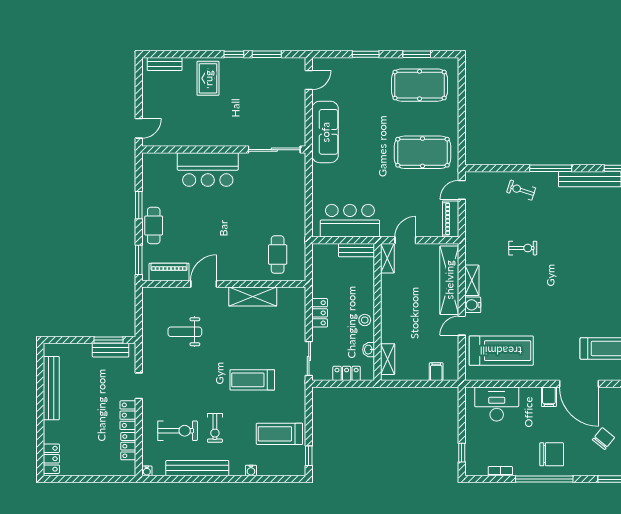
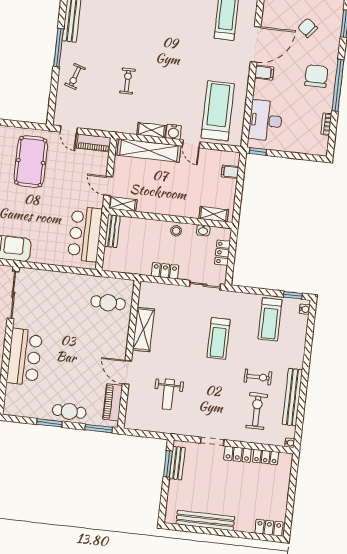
window: (462, 453) -> (258, 151), moved
water cooler: (251, 470) -> (305, 309), moved

